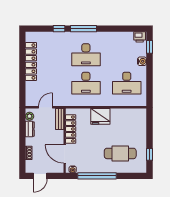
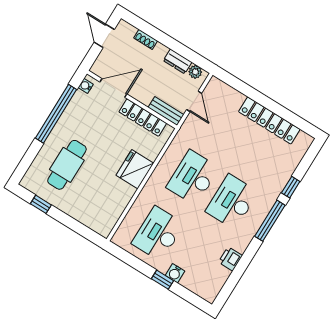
printer: (140, 37) -> (230, 259), moved
window: (149, 47) -> (162, 280), moved

